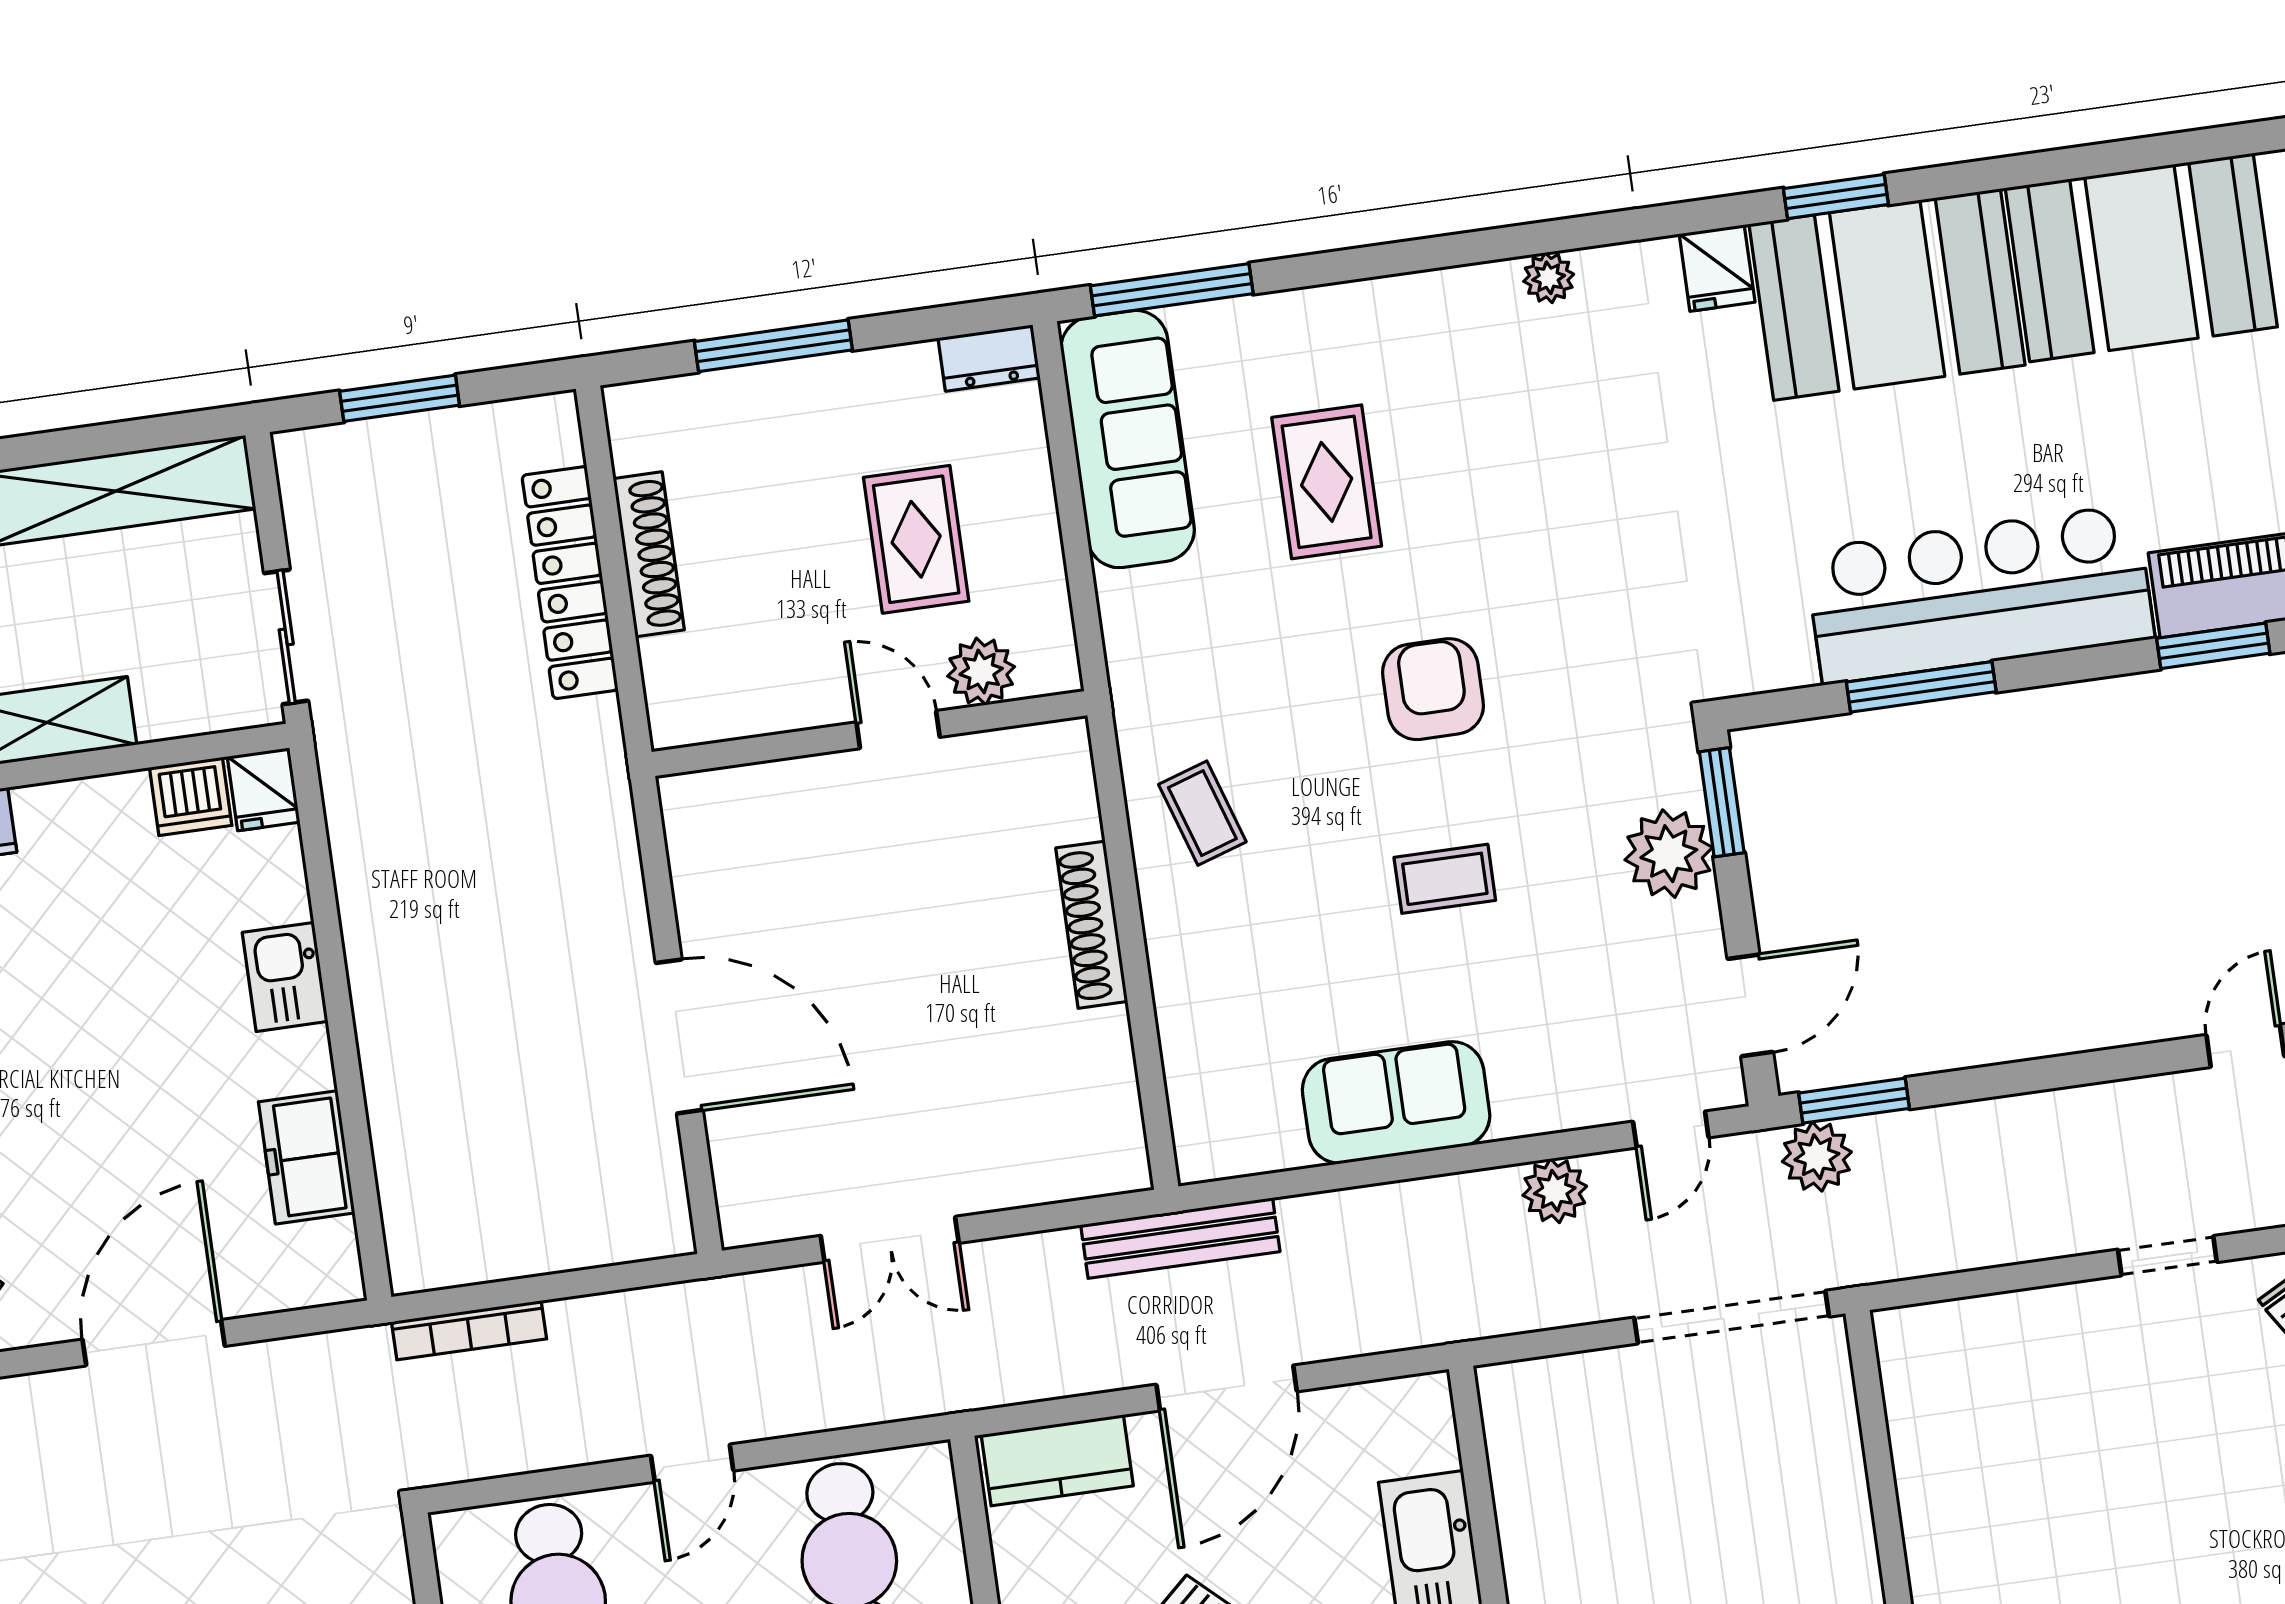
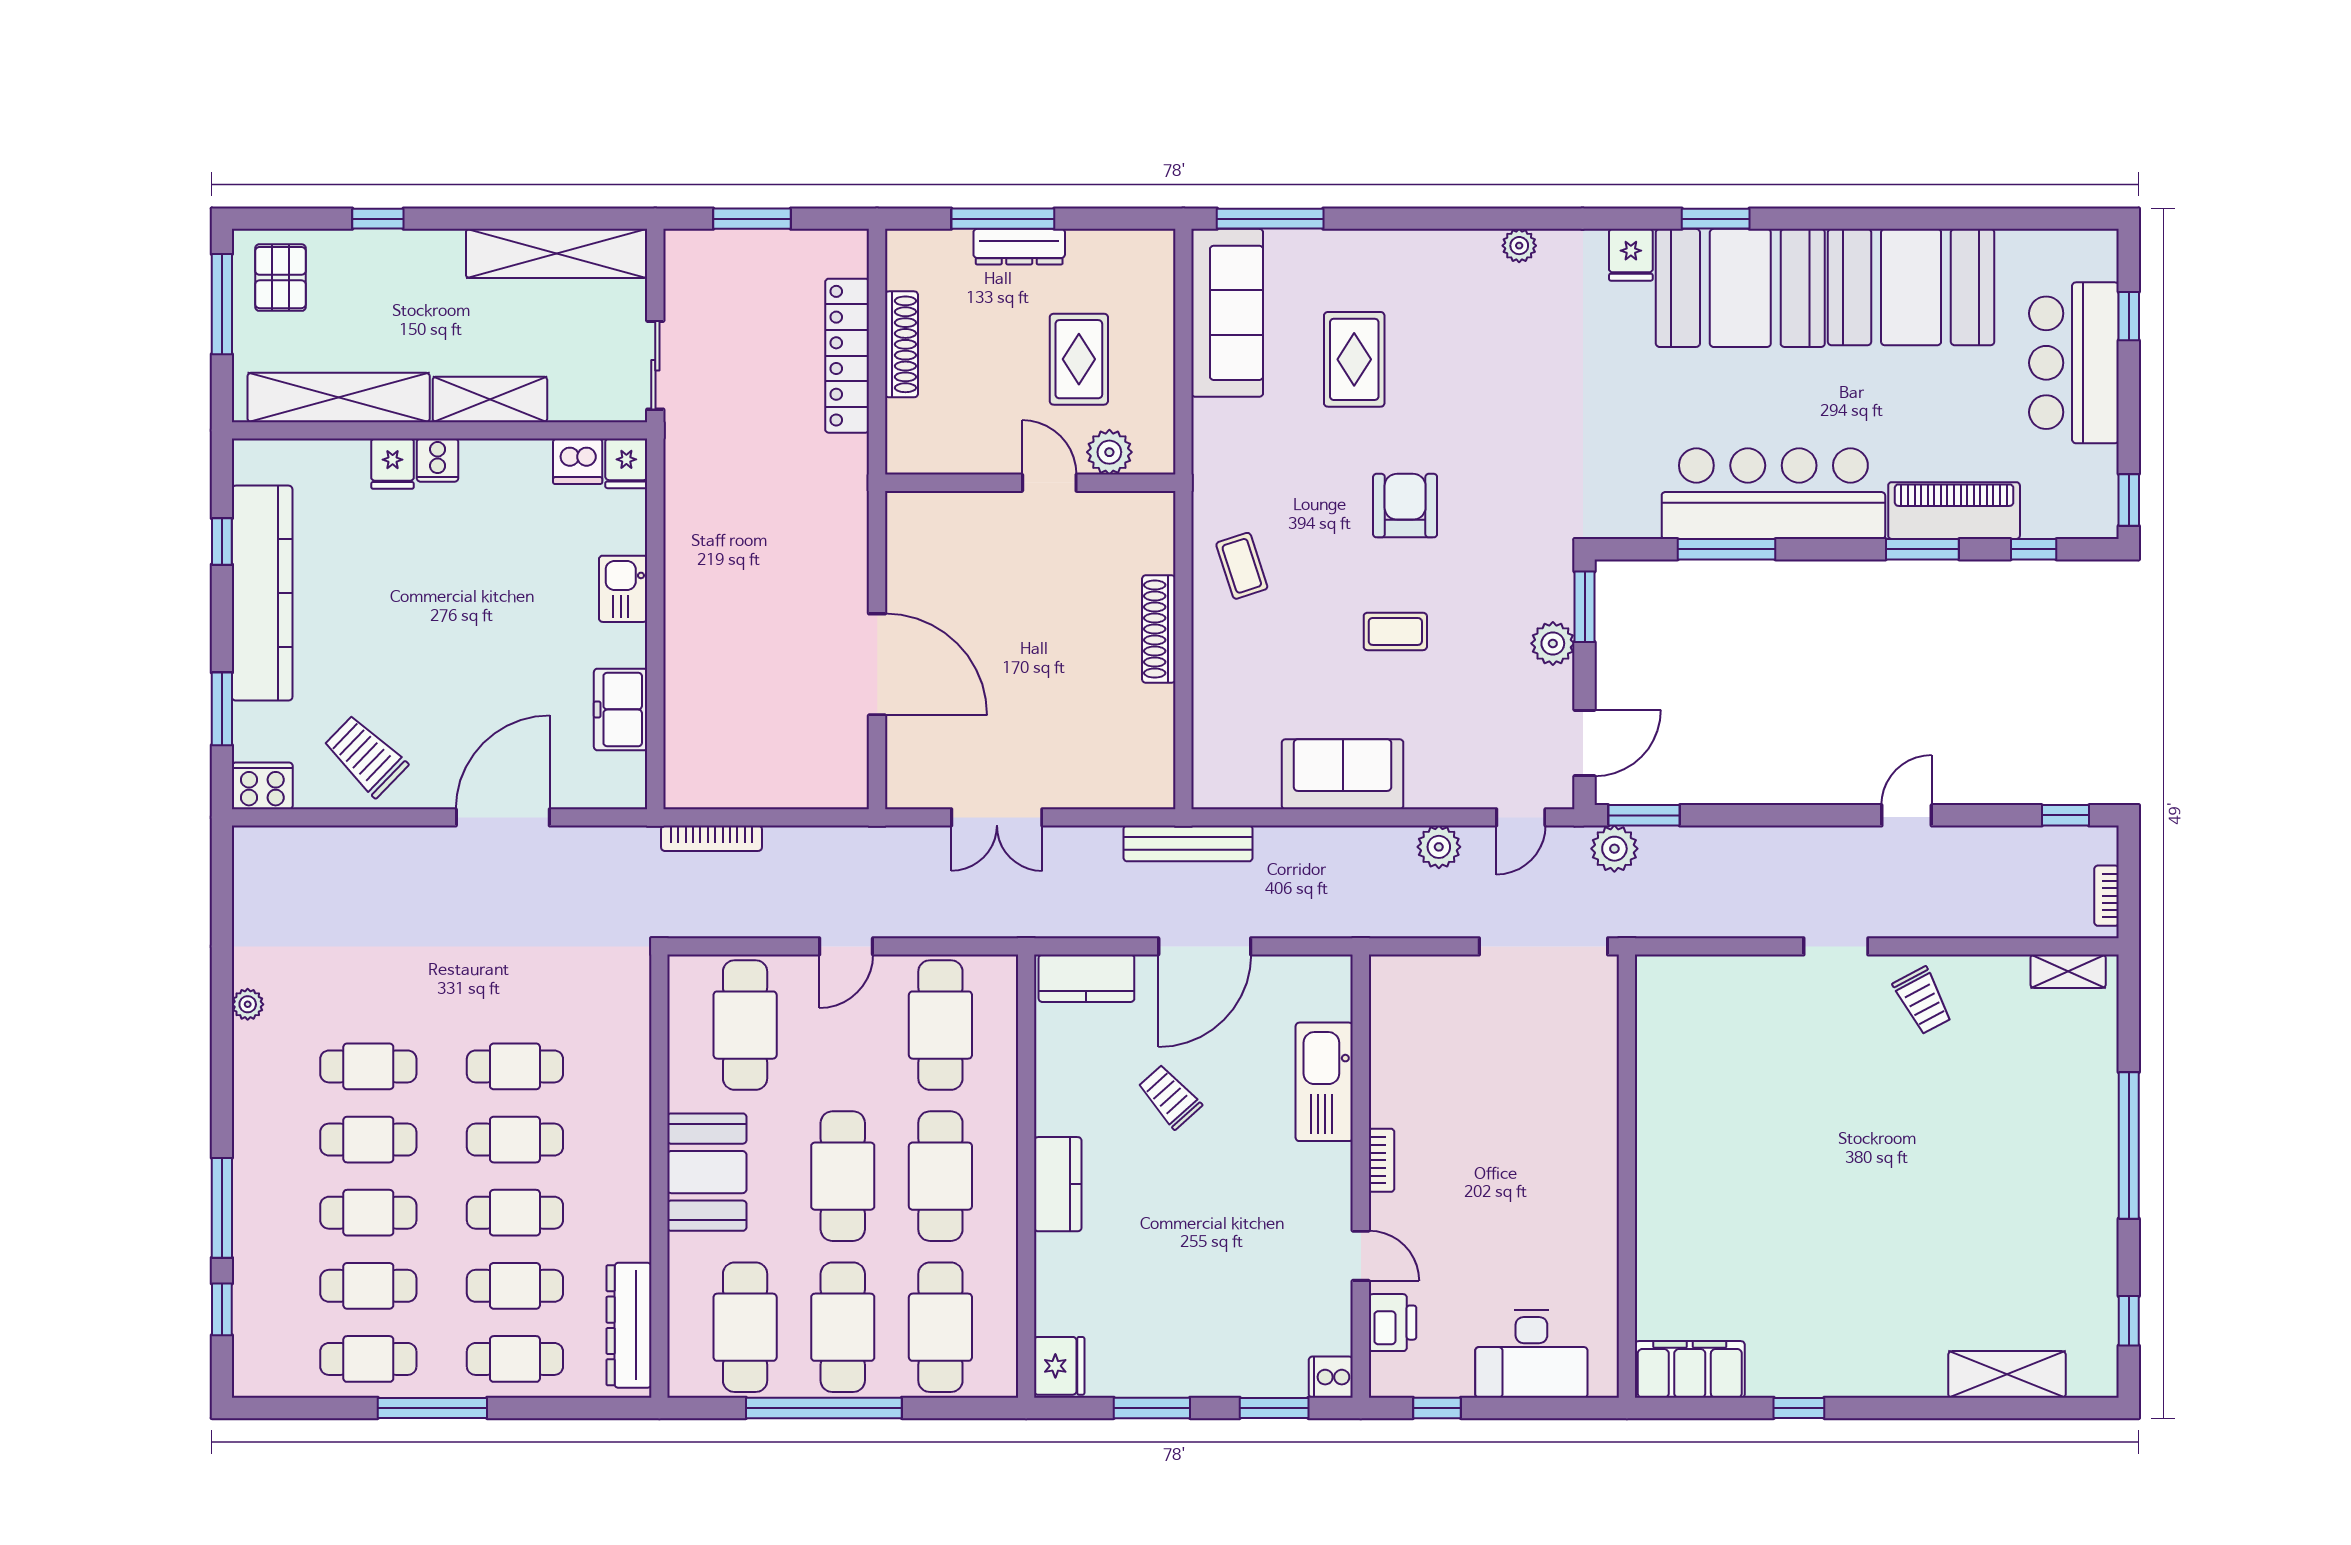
dresser: (989, 358) -> (1019, 247), moved, width x1.44
plant: (1669, 854) -> (1553, 643), width x0.73, depth x0.73

